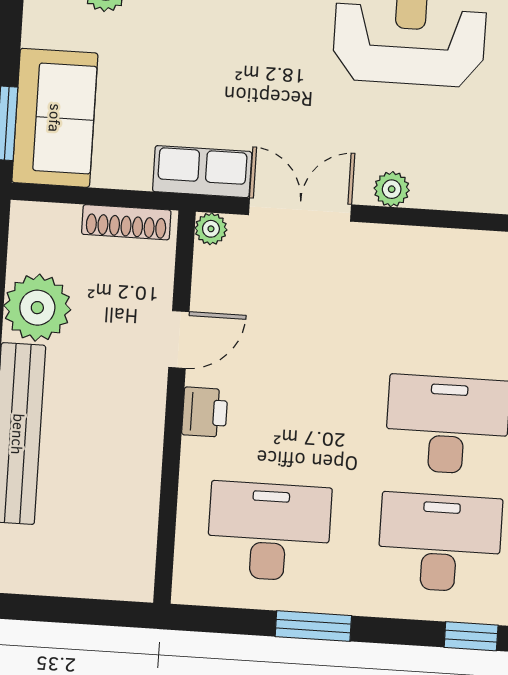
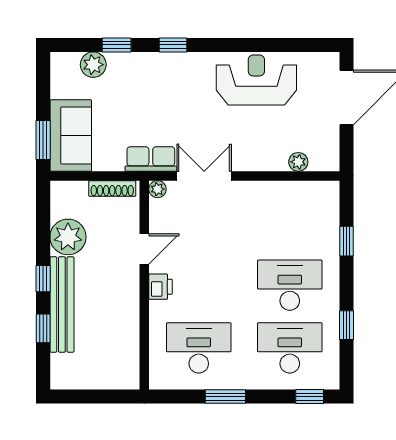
plant: (392, 189) -> (298, 162), moved

